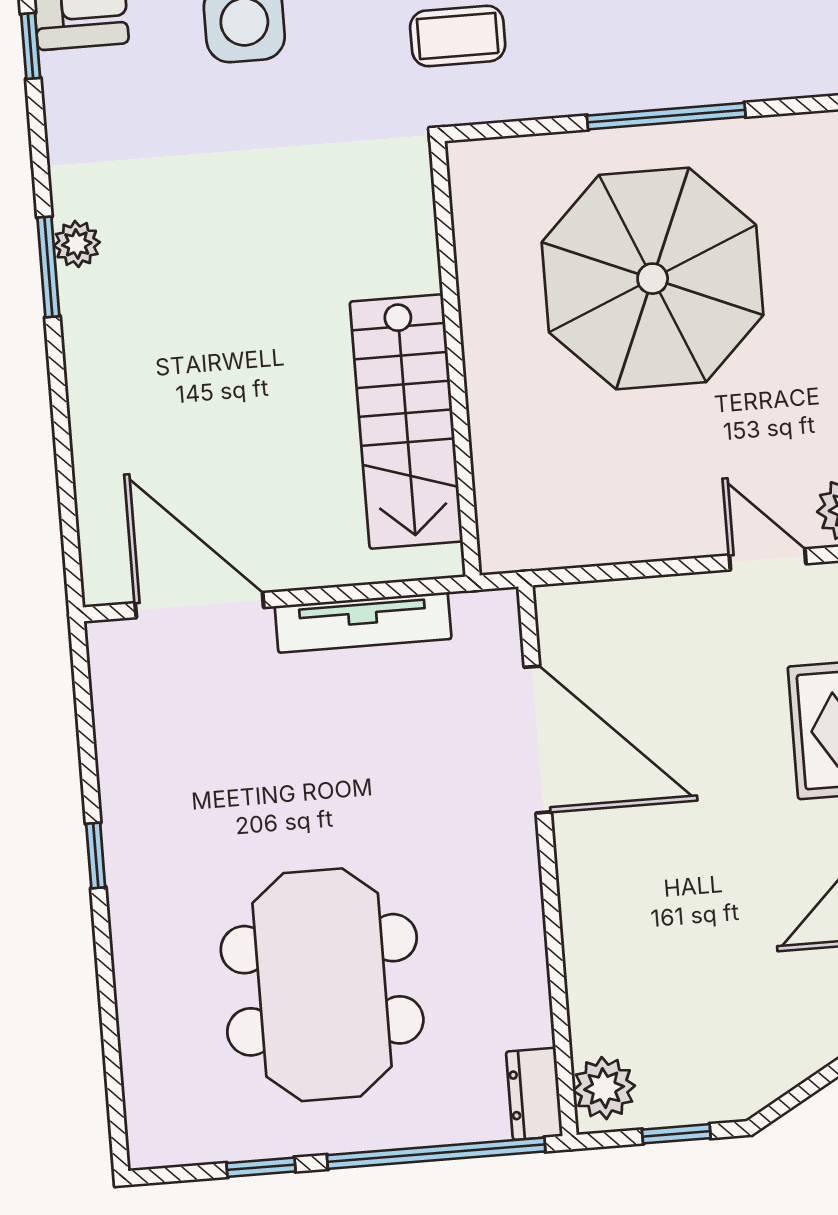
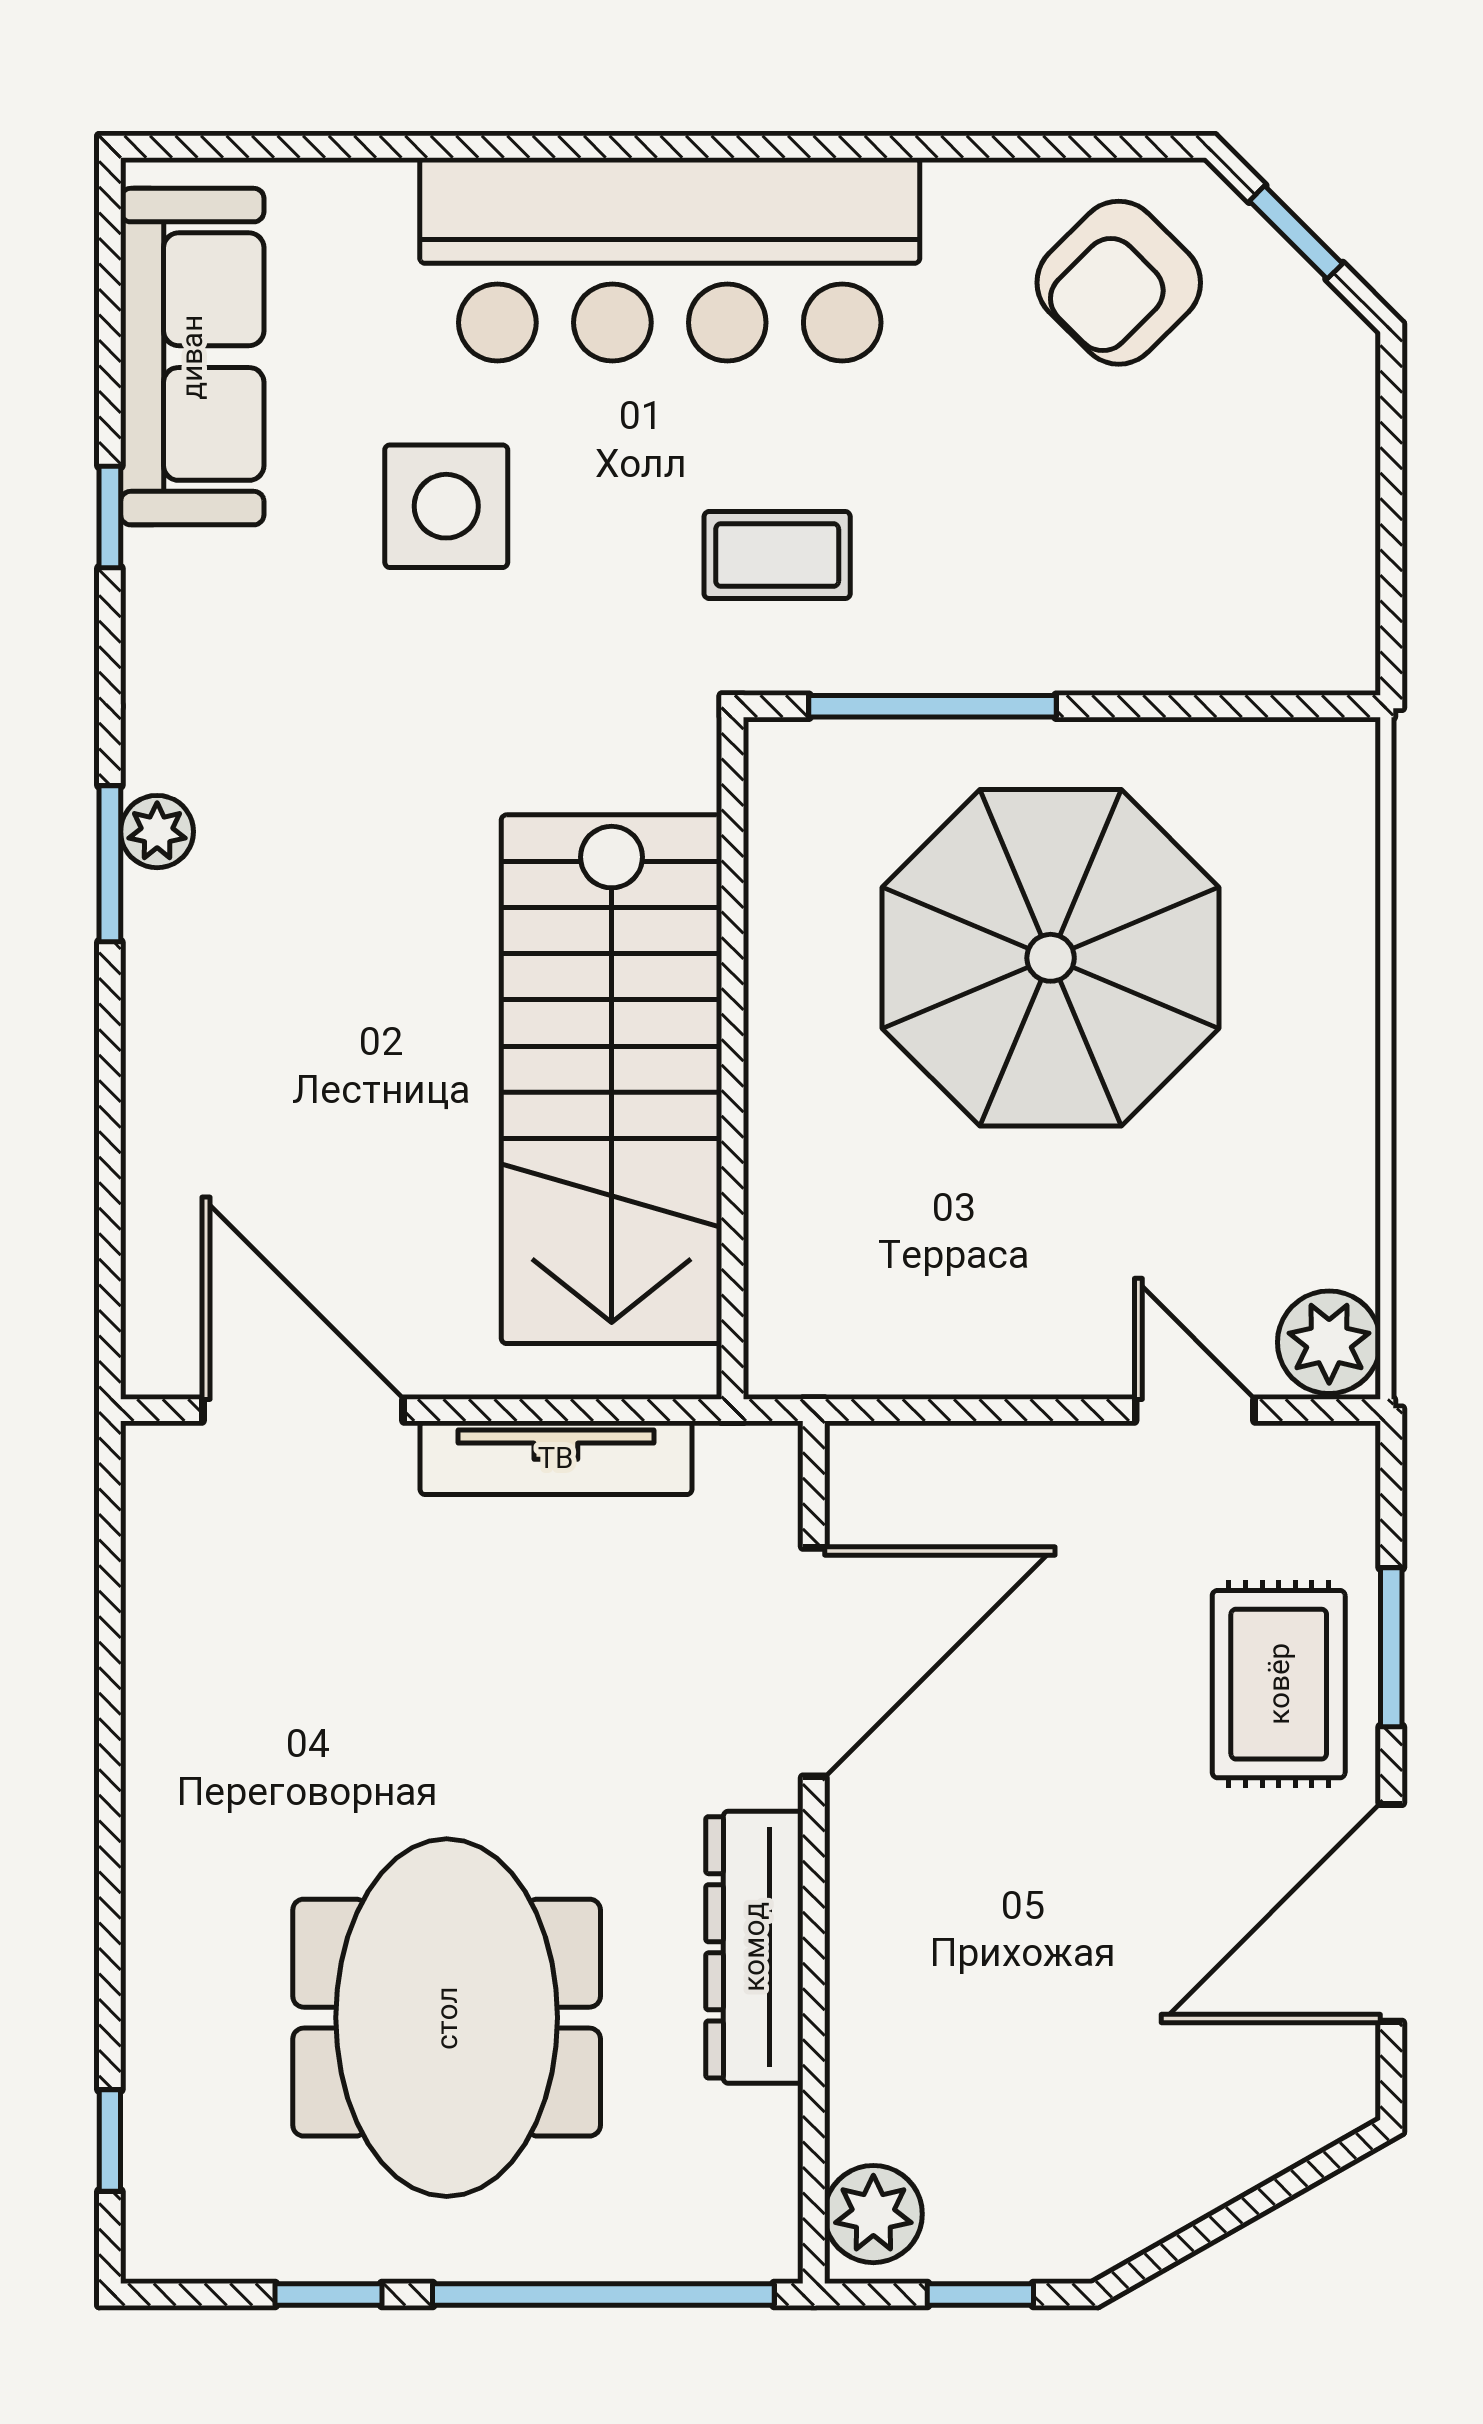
window: (666, 116) -> (932, 706), moved
stairs: (406, 421) -> (612, 1079), width x1.36, depth x1.51
door: (538, 740) -> (814, 1662), hinge flipped
window: (96, 856) -> (110, 2140), moved
dresser: (534, 1094) -> (754, 1947), moved, width x1.96, depth x1.24

